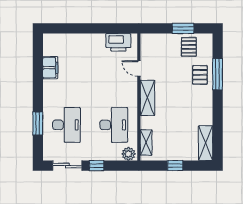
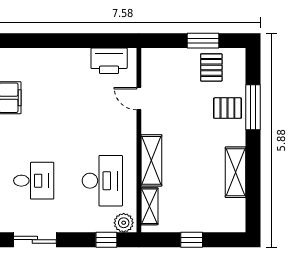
pallet: (200, 75) -> (227, 108), turned 90
shelving: (148, 98) -> (151, 160), moved
desk: (66, 125) -> (34, 181), width x0.73
shelving: (206, 143) -> (236, 172), moved
window: (97, 166) -> (106, 240), moved

